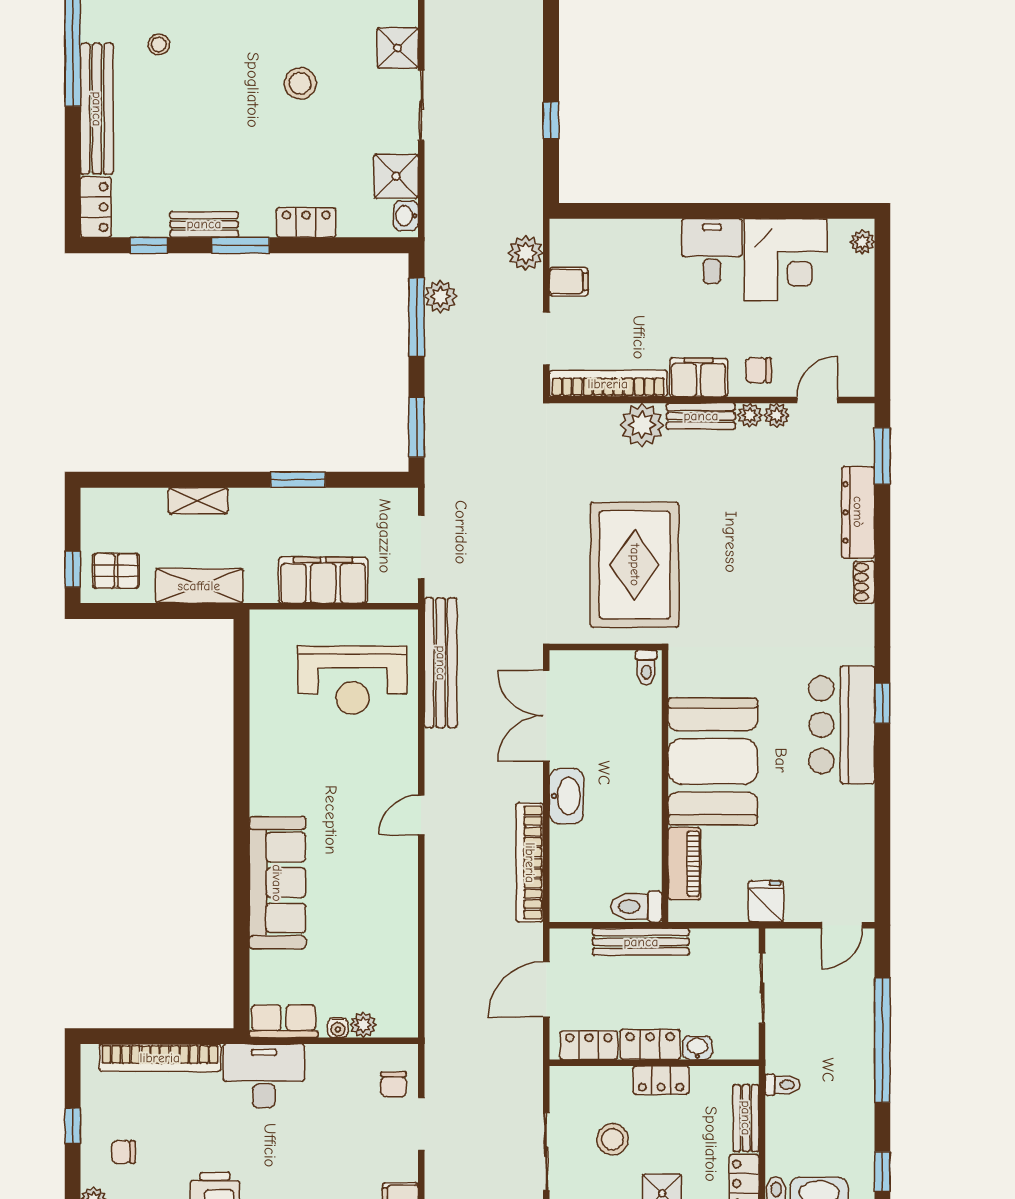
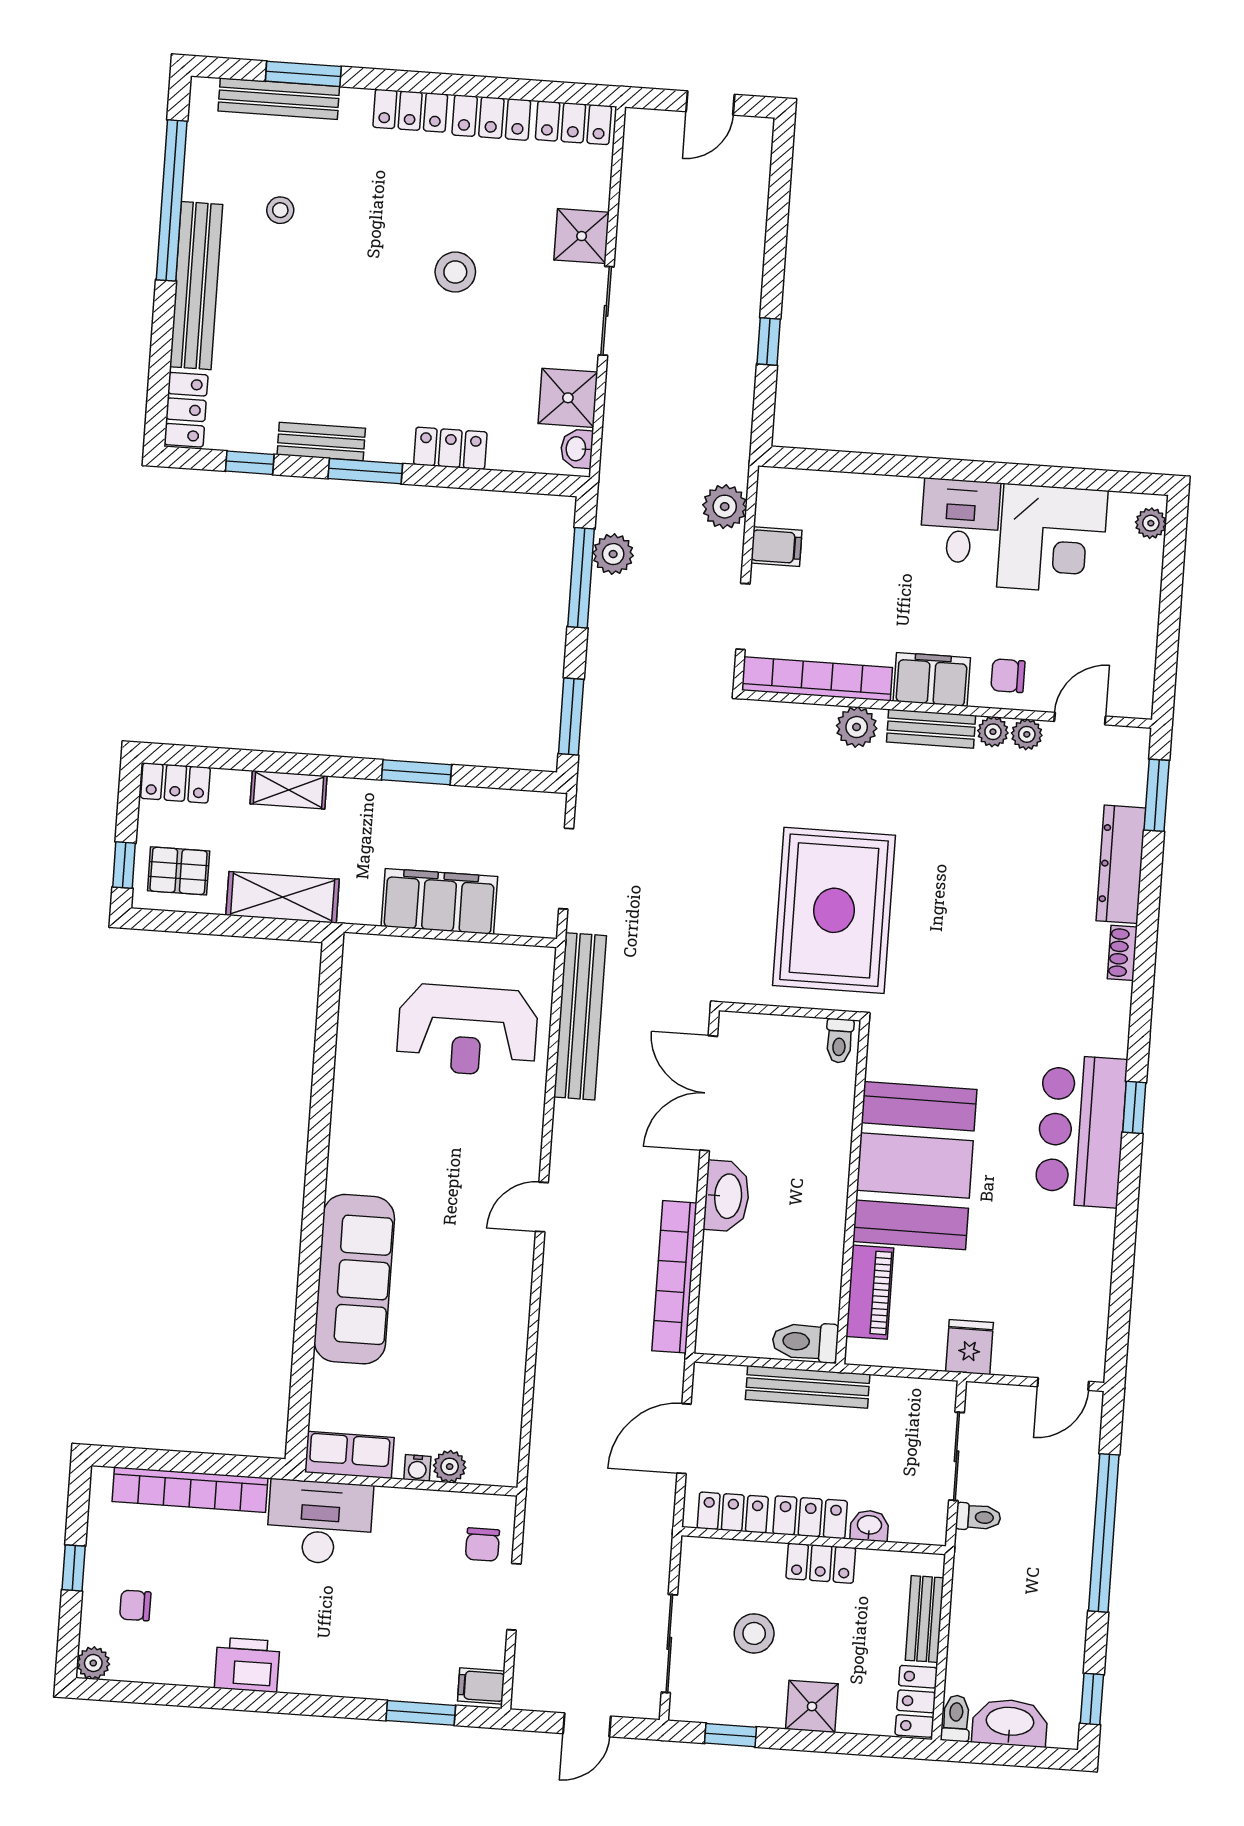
plant: (642, 425) -> (857, 727), width x0.73, depth x0.73
locker: (109, 502) -> (175, 783), added
toilet: (782, 1085) -> (978, 1517), moved

